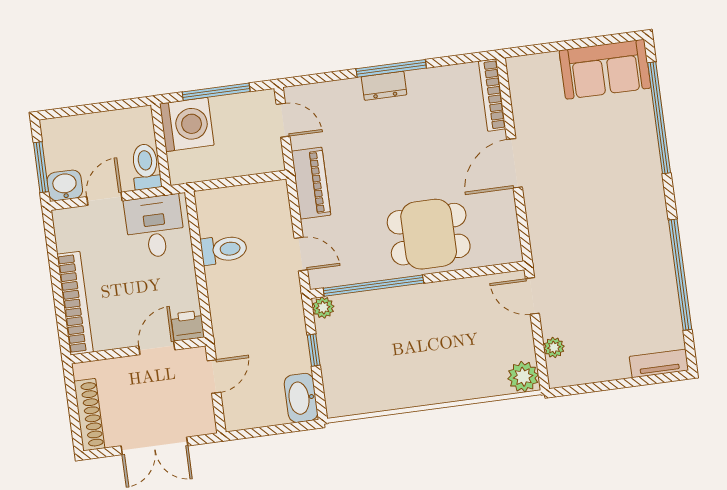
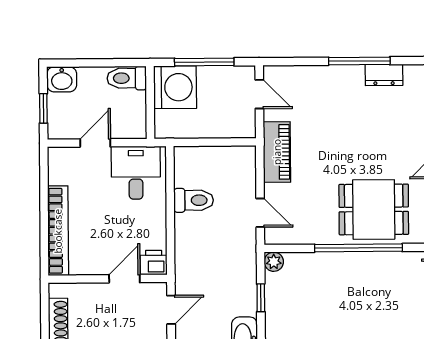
dresser: (384, 86) -> (384, 75), moved
window: (41, 167) -> (43, 108), width x0.67
toilet: (146, 167) -> (127, 78), moved, turned -90
washbasin: (65, 185) -> (62, 79), moved, turned 180
window: (373, 286) -> (358, 248), moved

